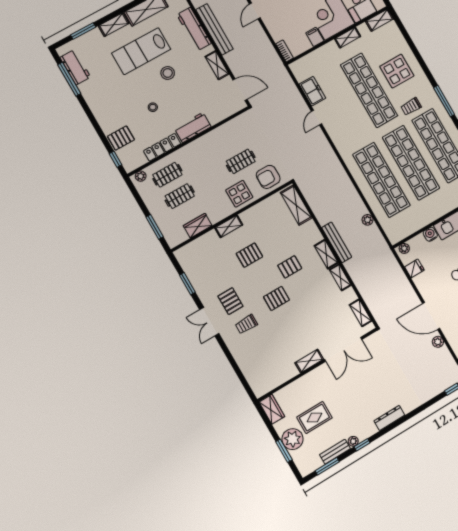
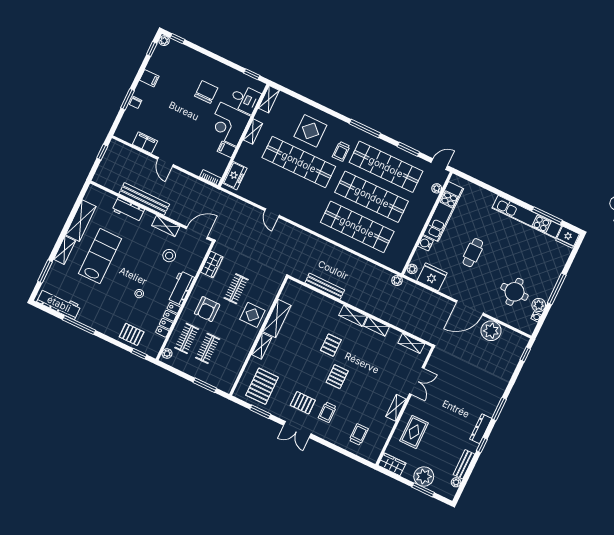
workbench: (194, 29) -> (128, 210), width x0.73
lab bench: (141, 51) -> (100, 256), turned 180
workbench: (75, 67) -> (59, 304), width x1.38
stool: (168, 73) -> (169, 256), moved
window: (69, 79) -> (79, 325), moved
freezer: (312, 91) -> (235, 176), moved, turned 90
pallet: (121, 138) -> (132, 334), turned 90
armchair: (268, 177) -> (207, 309), moved
shelving: (296, 205) -> (277, 319), moved, turned 90
plant: (368, 220) -> (397, 280), moved
wardrobe: (198, 226) -> (212, 264), moved, turned 180
bench: (337, 242) -> (325, 286), moved
pallet: (249, 255) -> (262, 386), moved, width x1.50, depth x1.42
fridge: (414, 268) -> (432, 277), width x1.88, depth x1.34
plant: (438, 342) -> (491, 331), width x1.88, depth x1.88
double door: (343, 349) -> (417, 381), width x0.73
trolley: (261, 363) -> (359, 434), added
rug: (314, 418) -> (414, 432), moved
dresser: (389, 418) -> (481, 429), moved
plant: (353, 441) -> (456, 482), moved
window: (327, 466) -> (499, 409), moved

